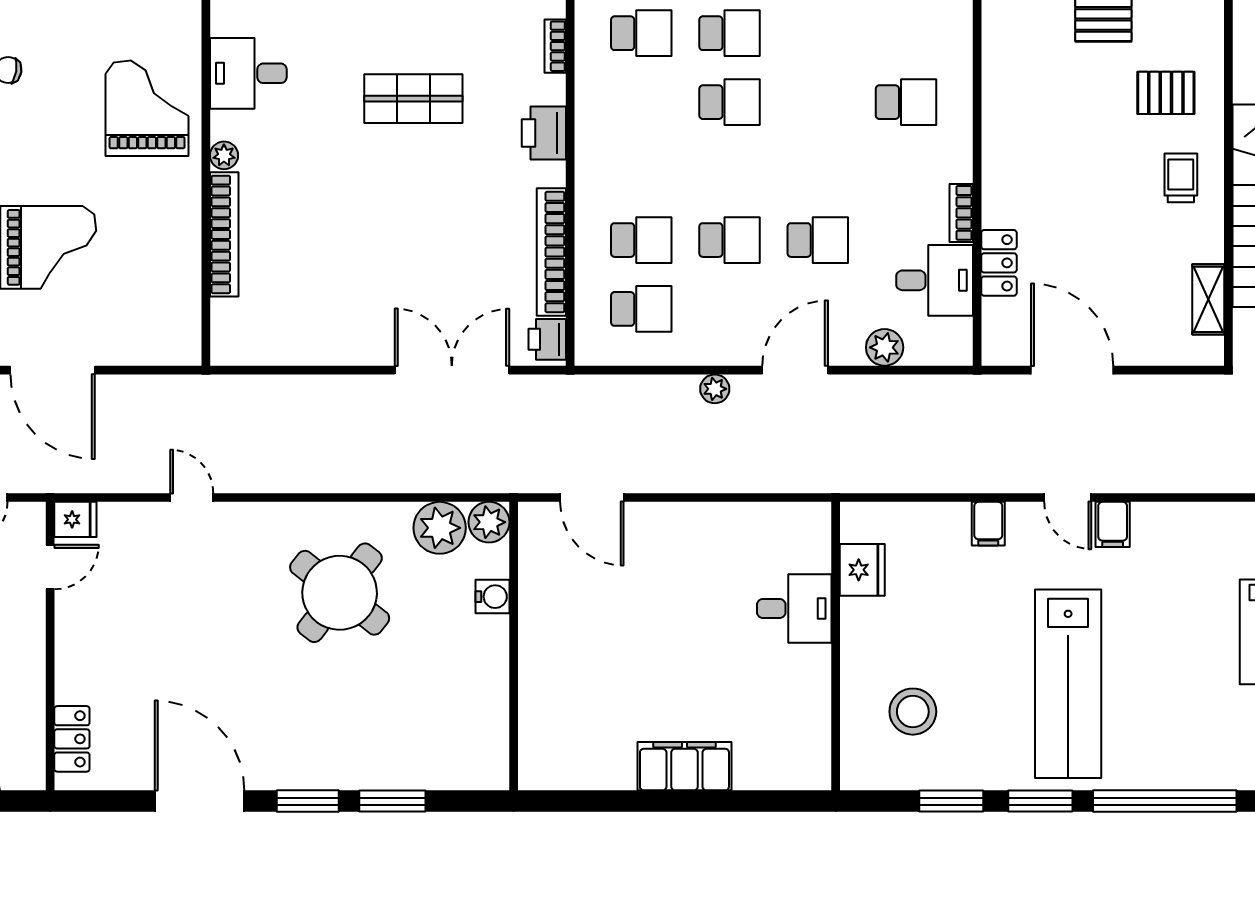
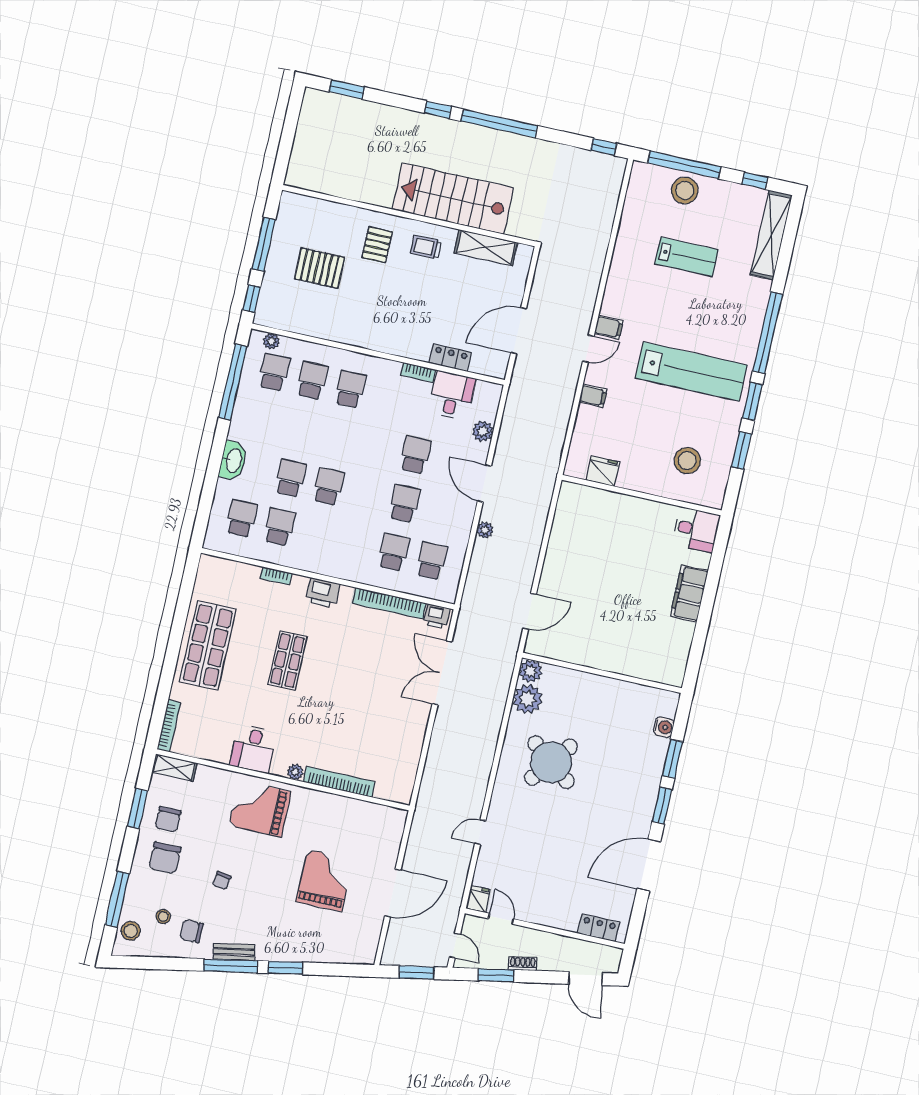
school desk: (906, 33) -> (312, 381), added
shelving: (1208, 299) -> (486, 248), width x1.50, depth x1.33
water cooler: (492, 597) -> (664, 727), moved, turned 90
desk: (794, 608) -> (696, 530), moved, turned 90

